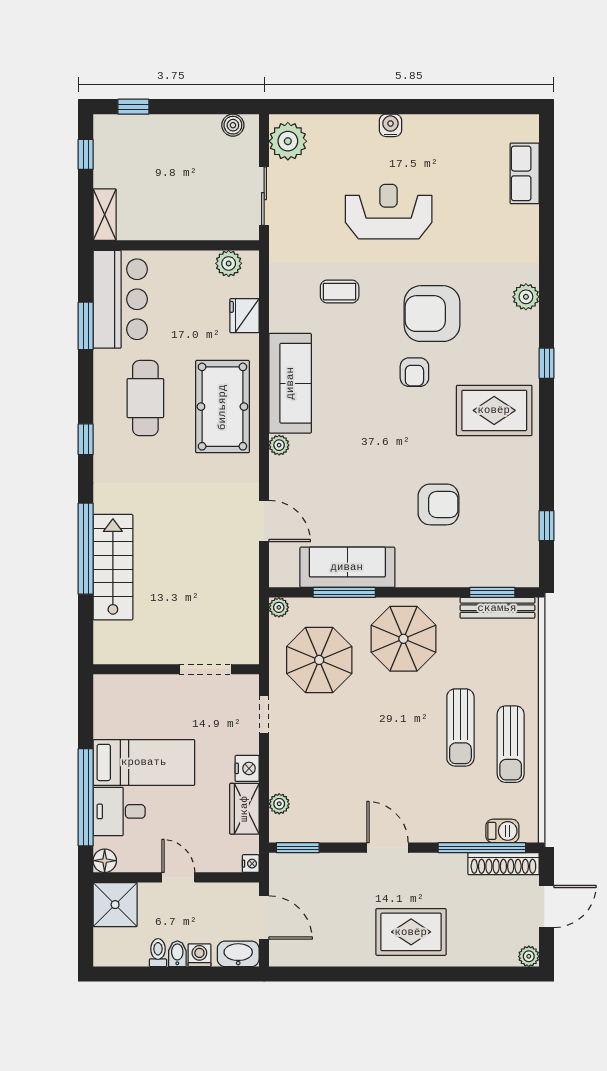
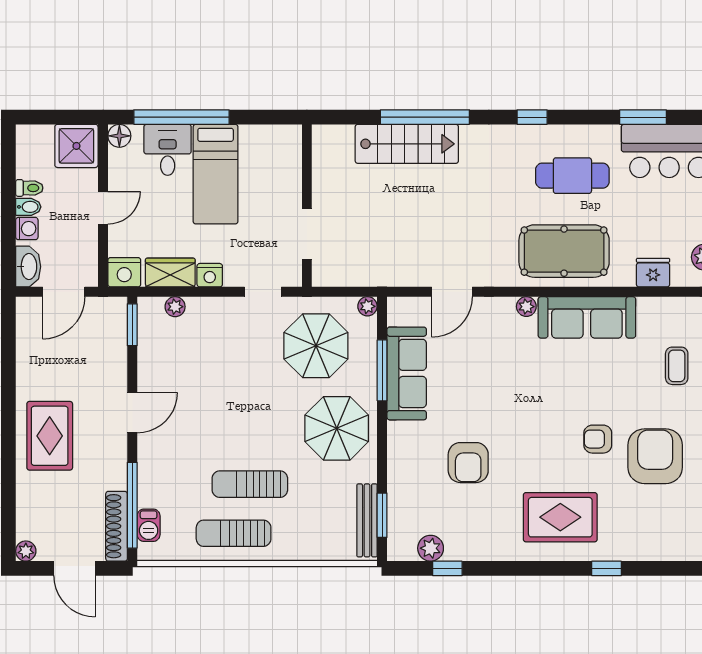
plant: (526, 297) -> (431, 548), moved
rug: (494, 410) -> (560, 517), turned 90
nightstand: (251, 864) -> (124, 272), width x1.89, depth x1.79

